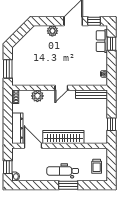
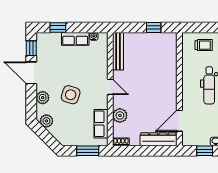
plant: (33, 34) -> (46, 121), added
row of seats: (102, 41) -> (75, 39), moved
side table: (55, 54) -> (71, 95), added
row of seats: (31, 80) -> (101, 124), added
wardrobe: (63, 137) -> (169, 85), removed

